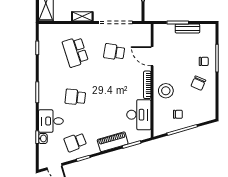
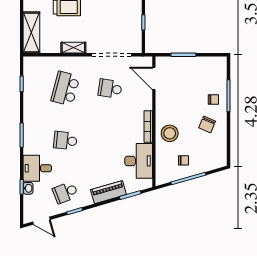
bench: (187, 29) -> (195, 62), removed
school desk: (75, 52) -> (65, 89), turned 33
door: (152, 56) -> (154, 78), moved

